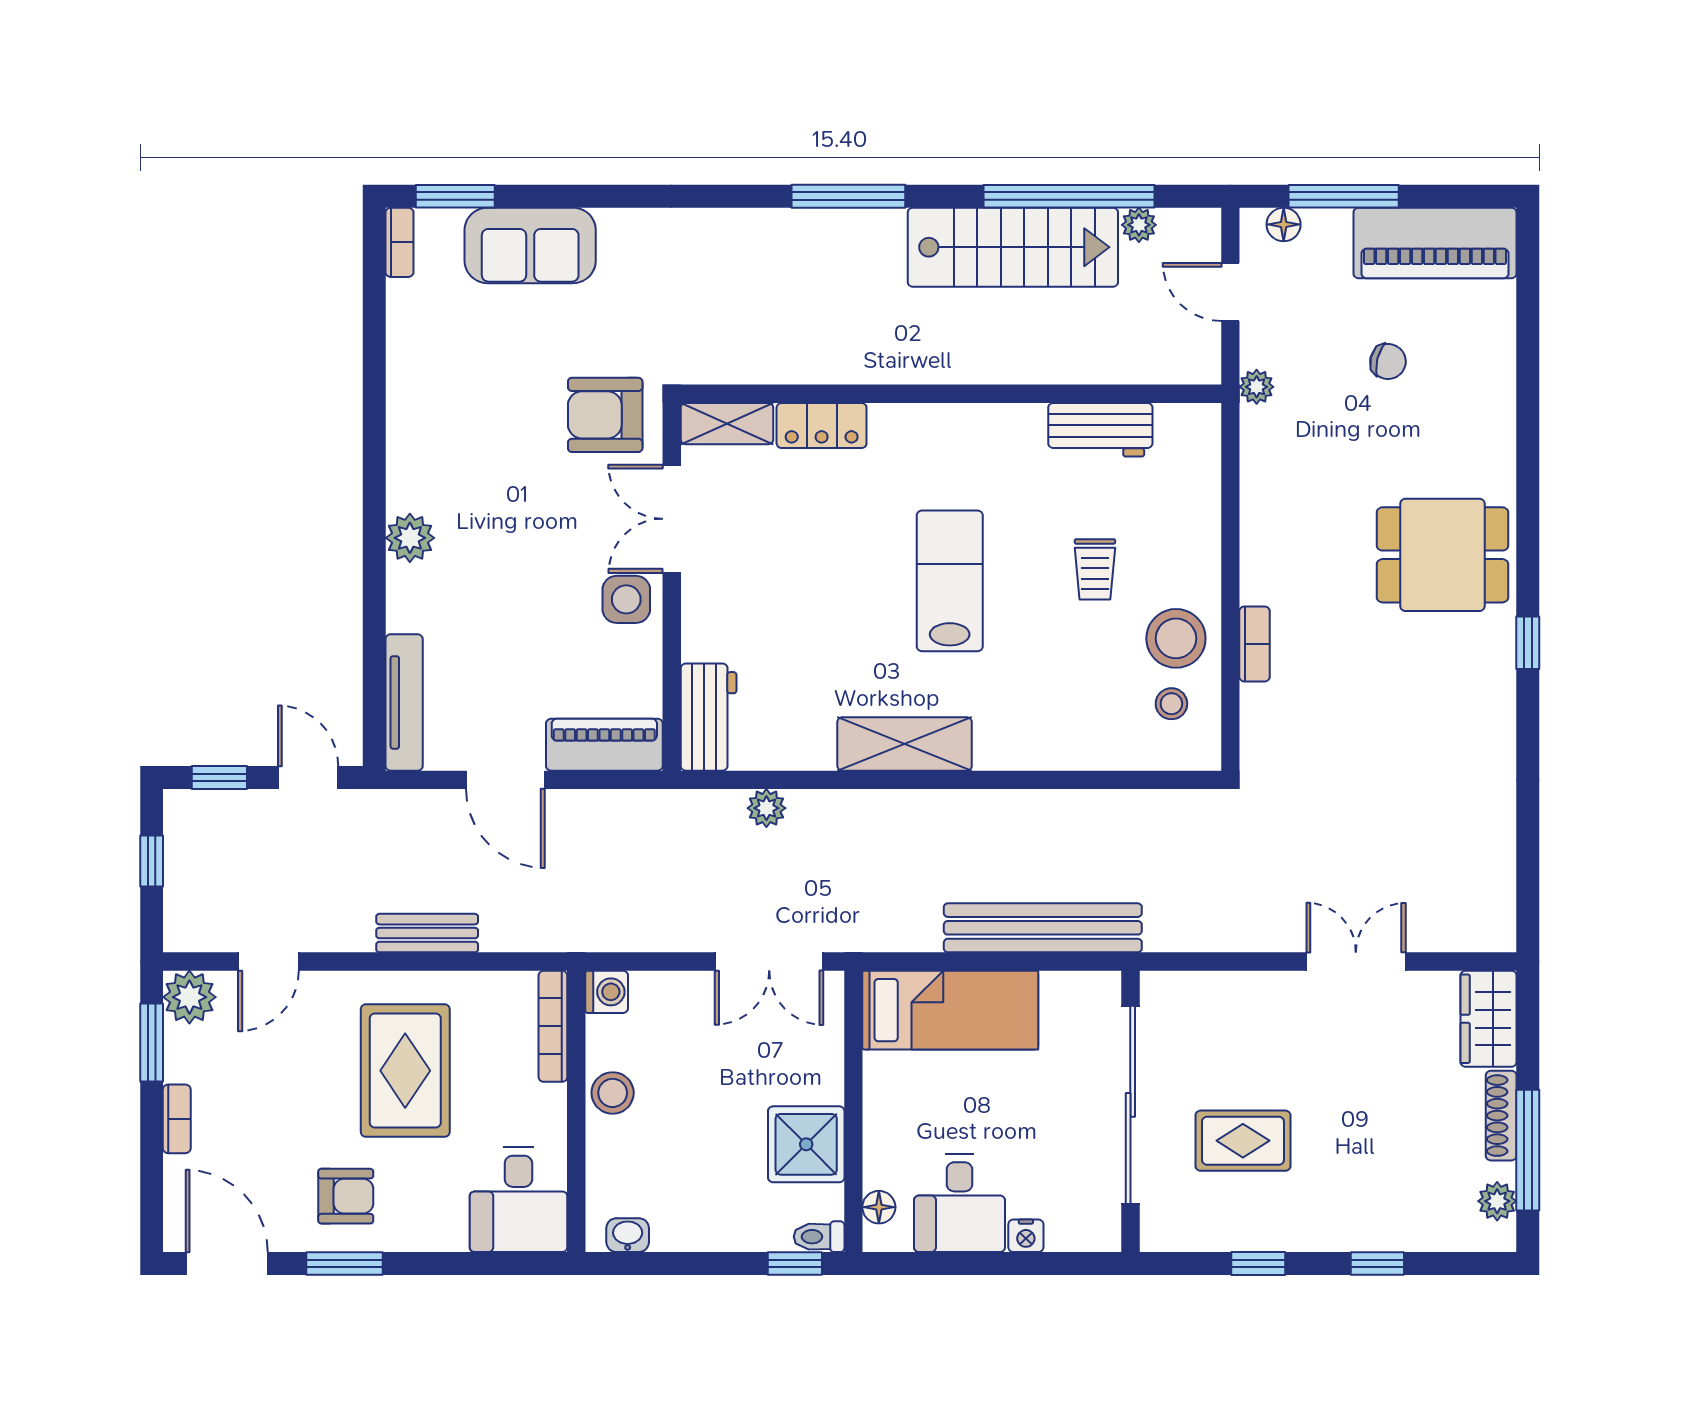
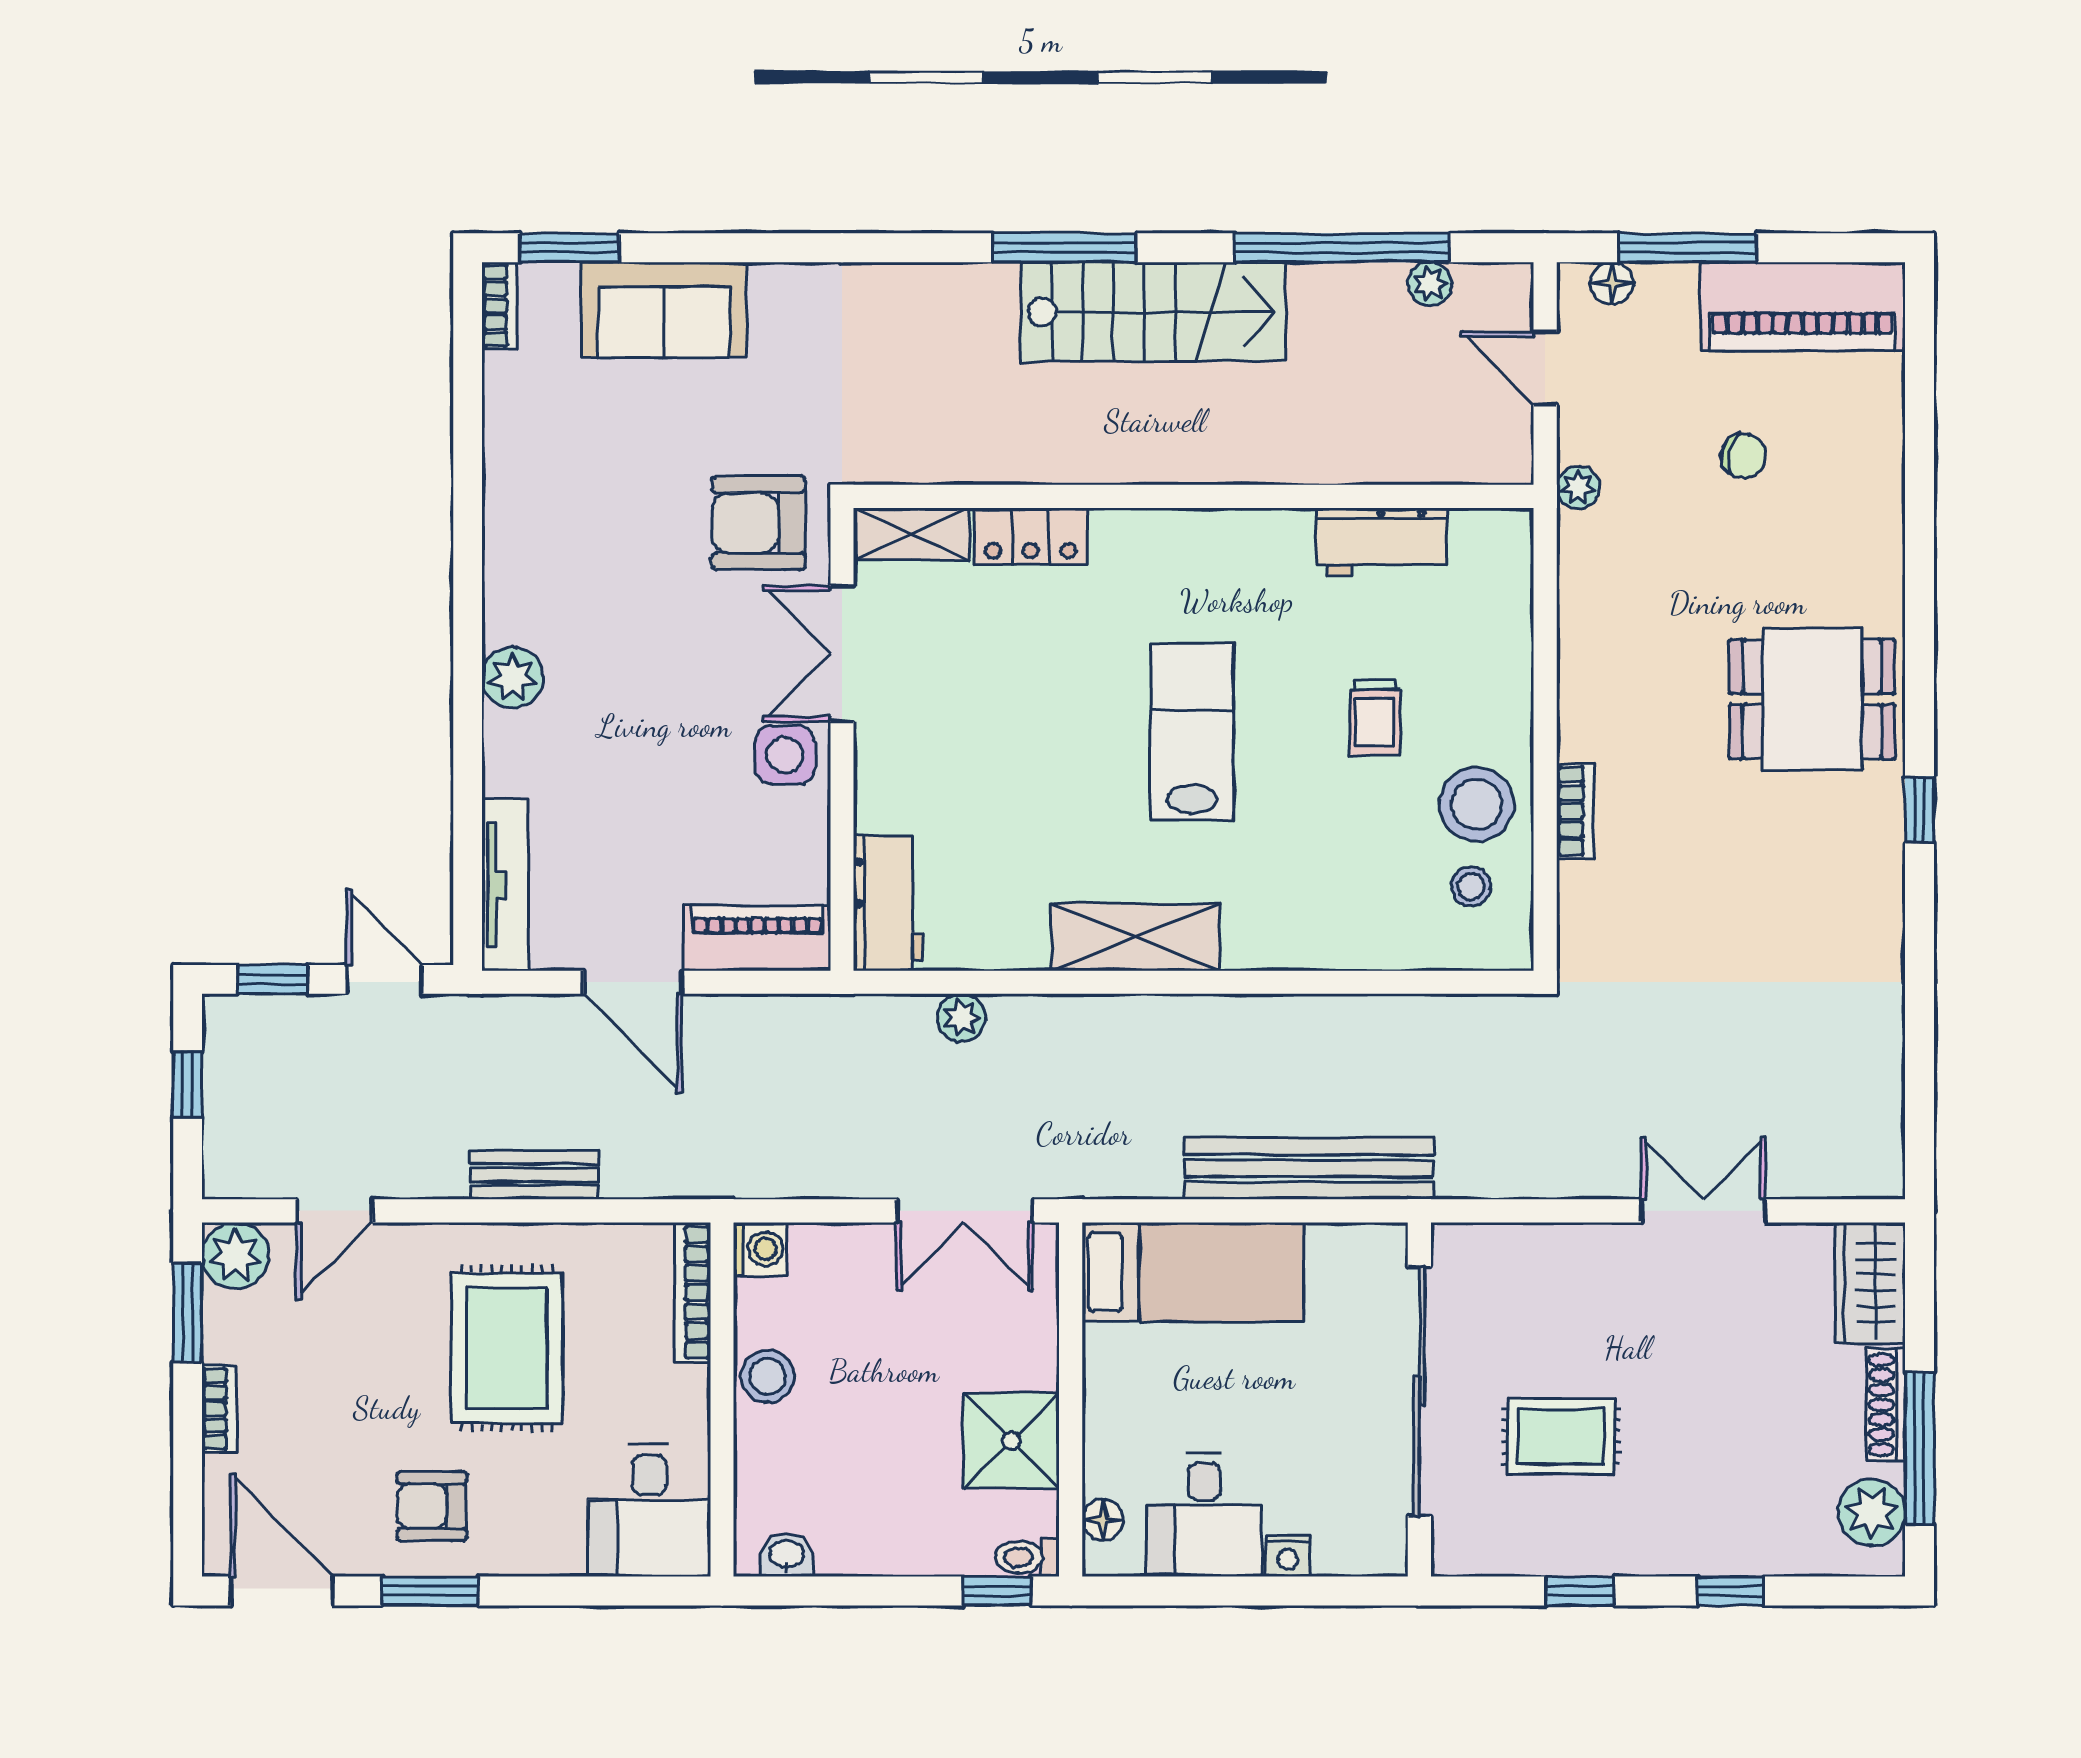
stairs: (1013, 247) -> (1153, 312), moved
armchair: (346, 1196) -> (432, 1506), turned 180
plant: (1497, 1201) -> (1872, 1512), width x1.38, depth x1.38

